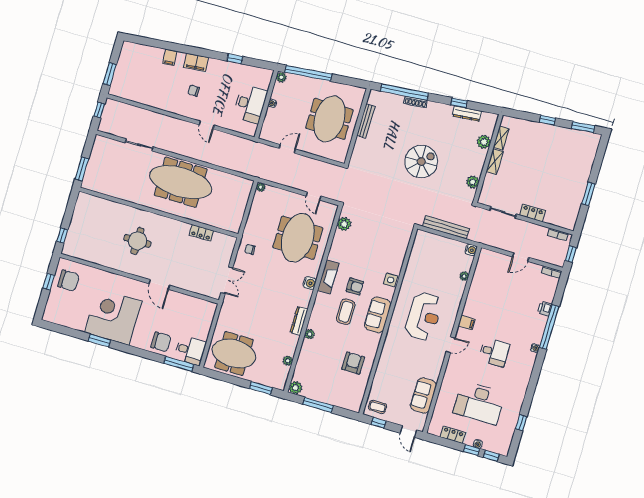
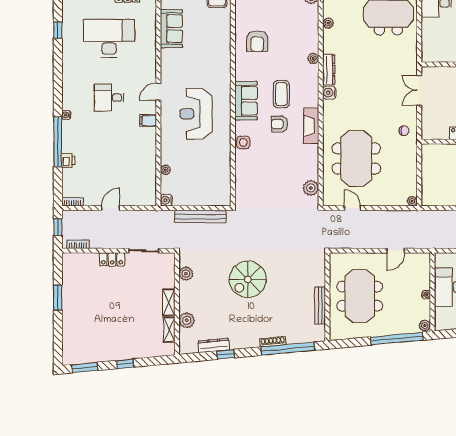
water cooler: (310, 283) -> (329, 93), moved

